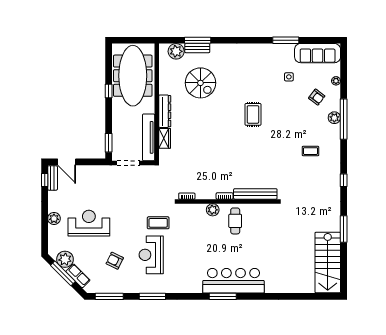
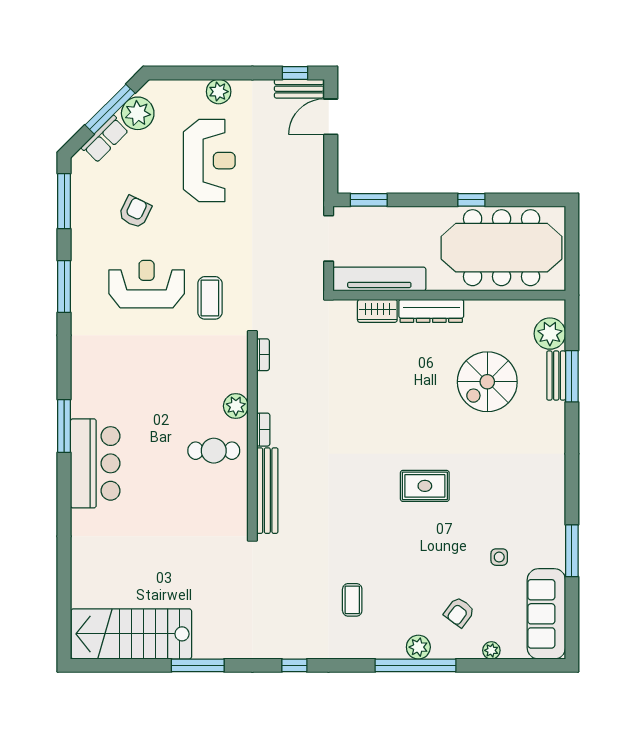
bar counter: (233, 281) -> (95, 463), width x0.73

